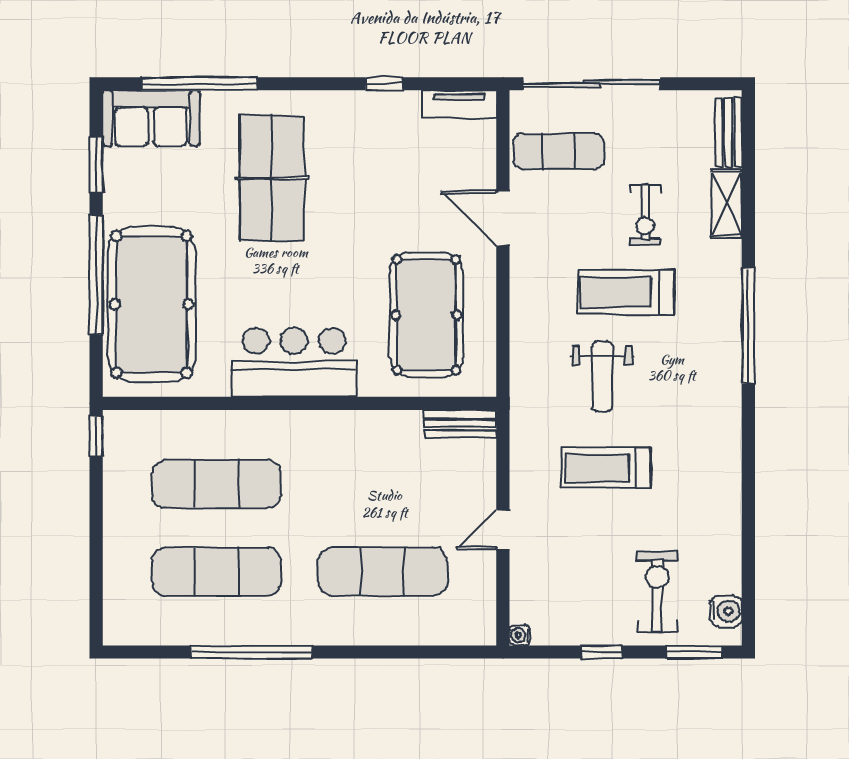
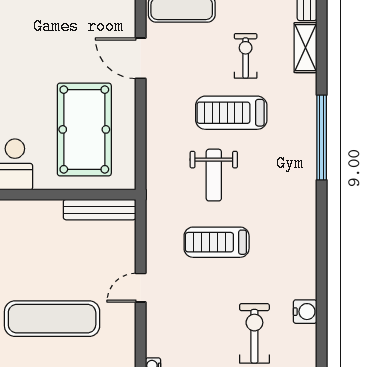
exercise bike: (645, 215) -> (246, 56), turned 180
bench: (460, 424) -> (100, 210), width x1.36
water cooler: (726, 611) -> (305, 312), moved

